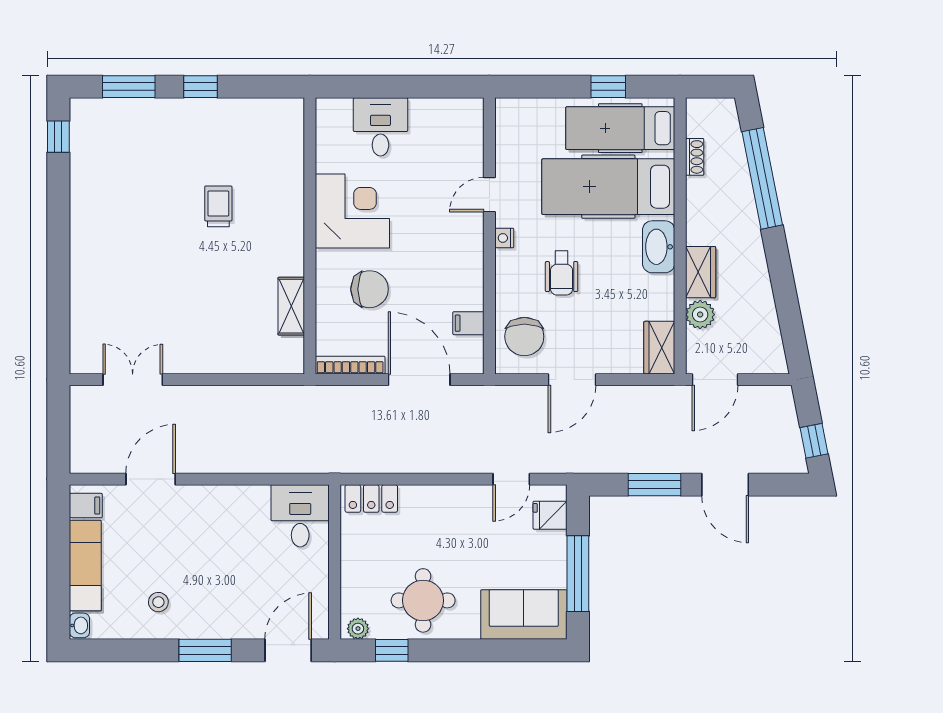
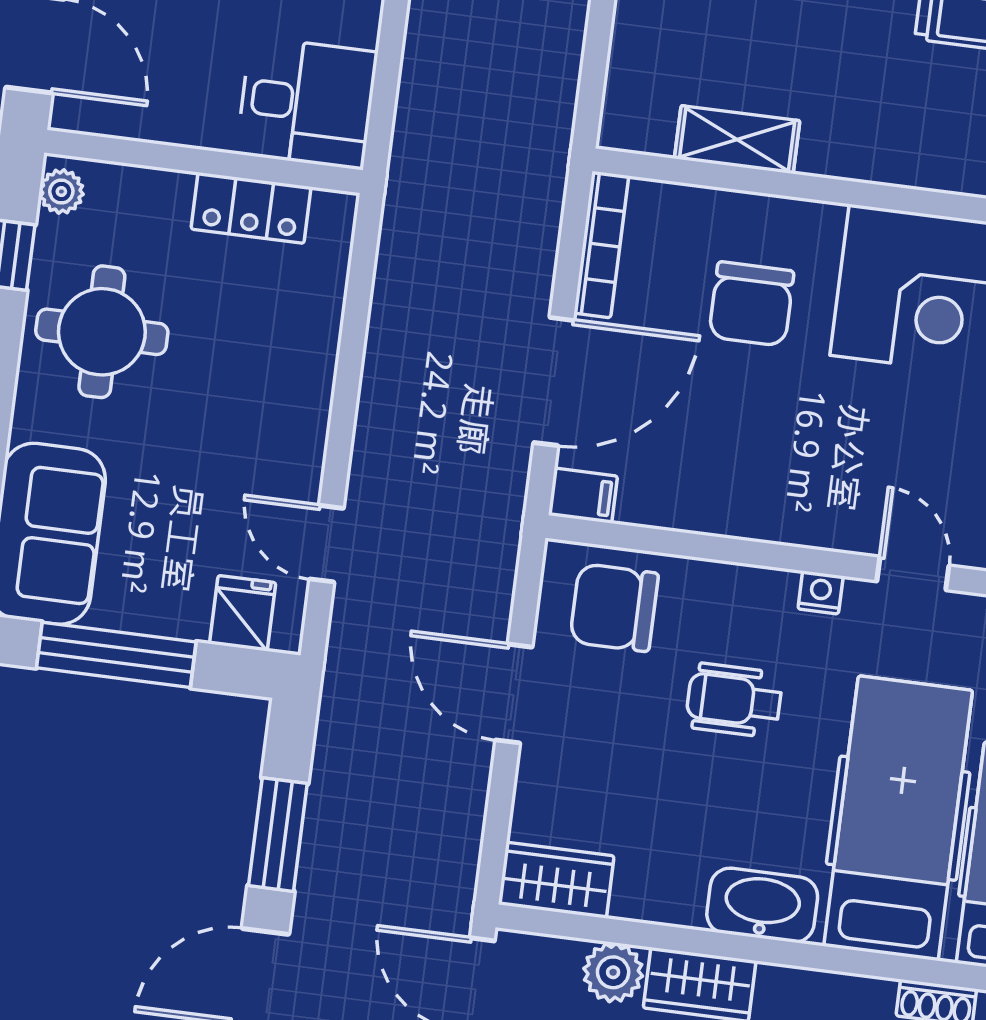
filing cabinet: (468, 323) -> (583, 496), moved, turned 90
locker: (371, 499) -> (251, 208), moved, turned -90

